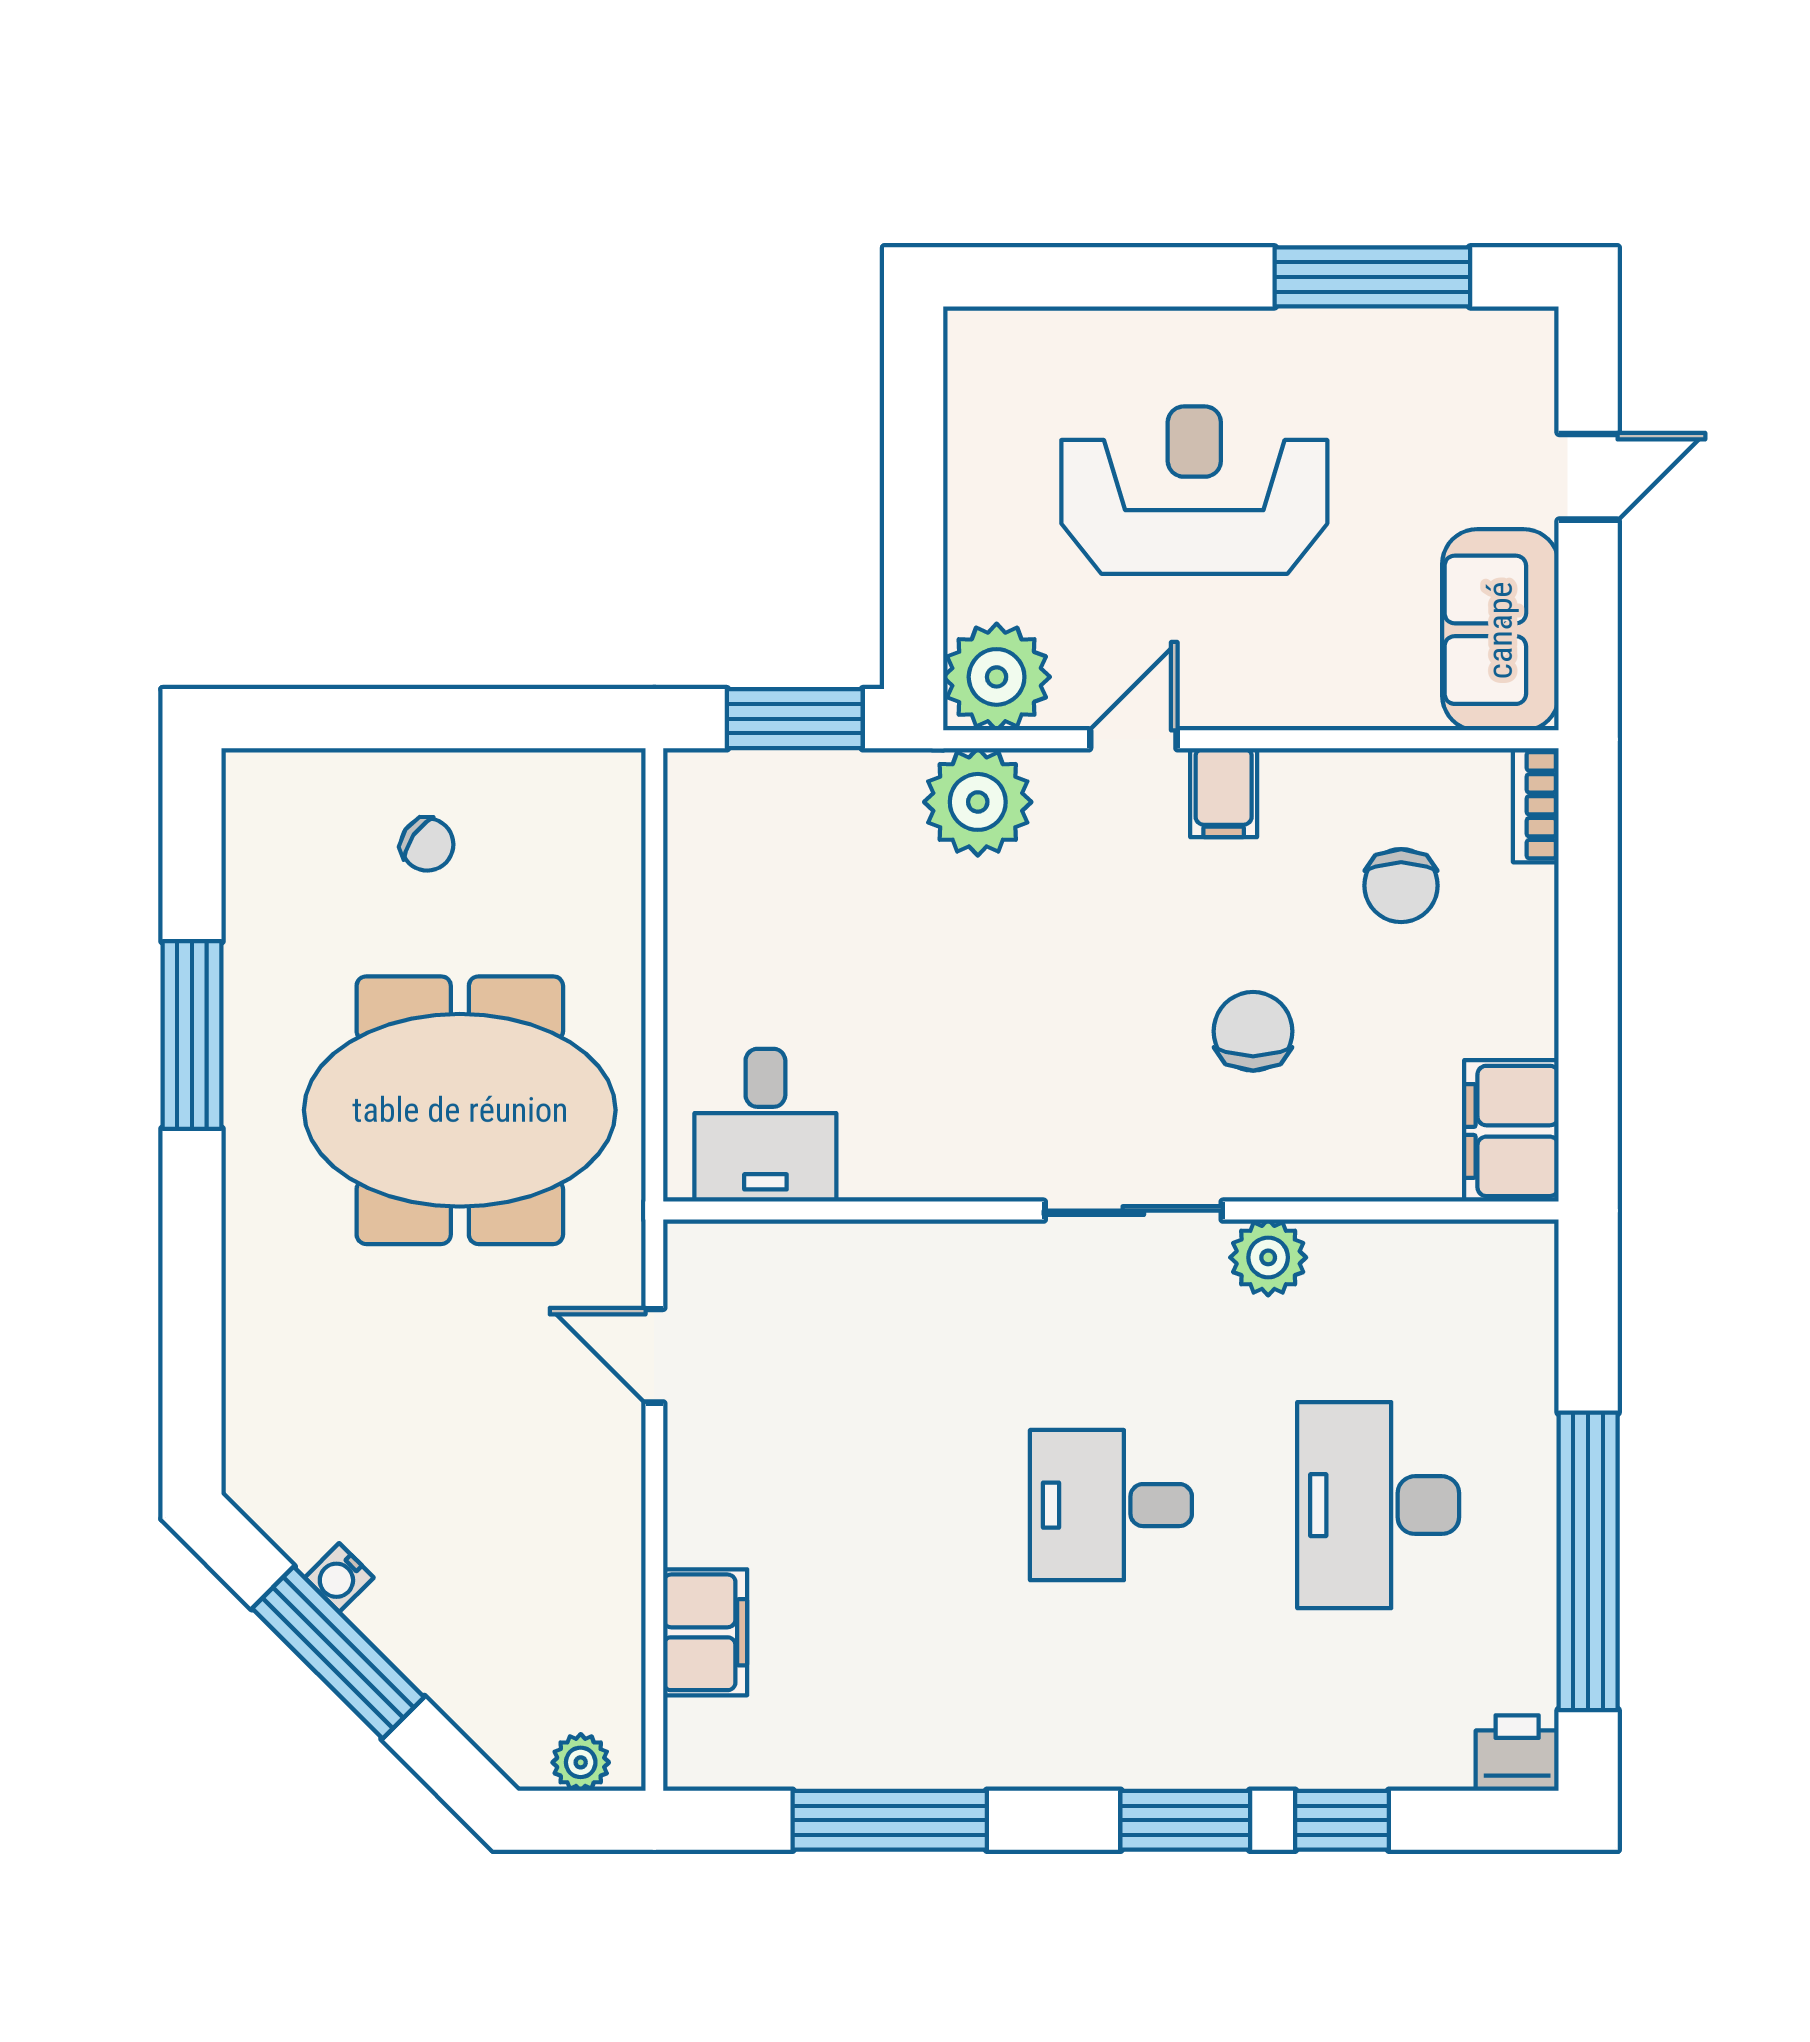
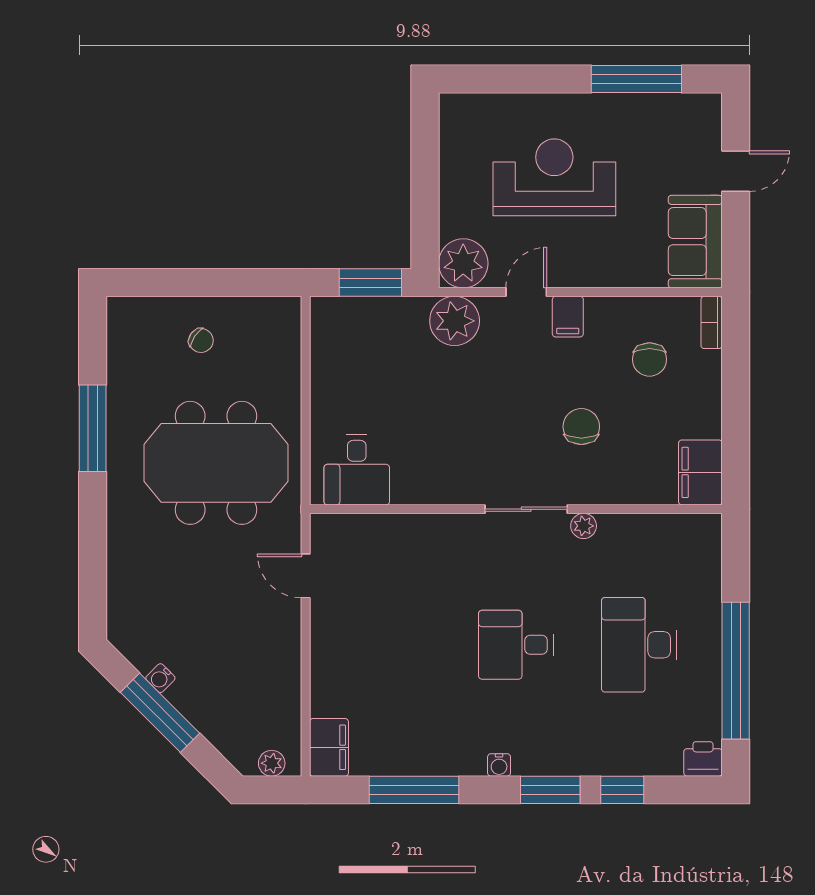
plant: (1268, 1257) -> (584, 526), width x0.73, depth x0.73
filing cabinet: (705, 1632) -> (329, 747), moved
water cooler: (1074, 1766) -> (499, 765), added

